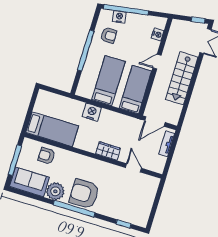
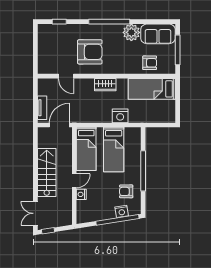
nightstand: (158, 34) -> (81, 194), moved
wardrobe: (108, 151) -> (105, 85), moved
armchair: (84, 194) -> (90, 52), moved

